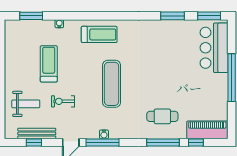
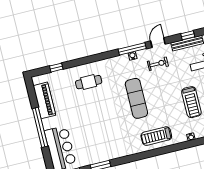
exercise bike: (63, 101) -> (158, 64), moved
piano: (207, 130) -> (44, 100), moved, turned -90
window: (163, 142) -> (83, 61), removed

